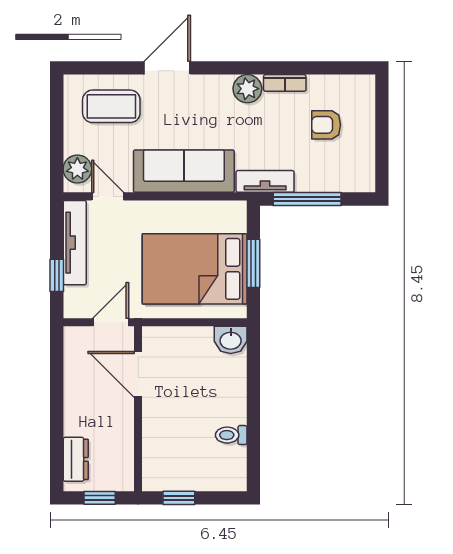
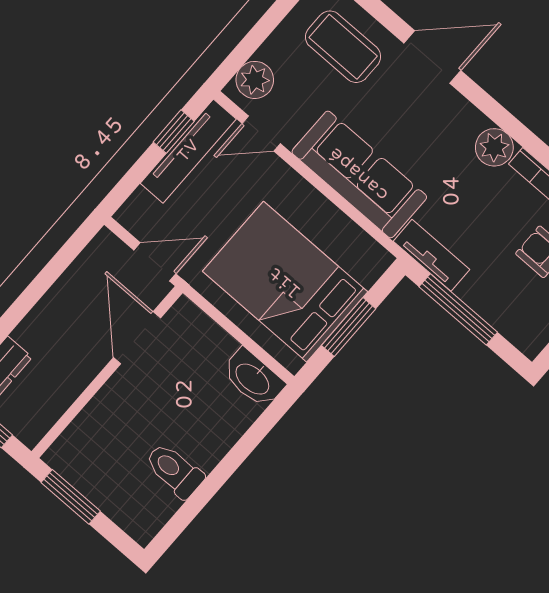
door: (108, 196) -> (261, 134), swing flipped
window: (57, 275) -> (174, 132), moved
washbasin: (231, 340) -> (253, 378), width x1.38
toilet: (231, 435) -> (174, 470), width x1.37, depth x1.39
window: (179, 498) -> (71, 497), width x1.50

